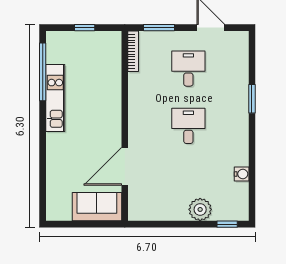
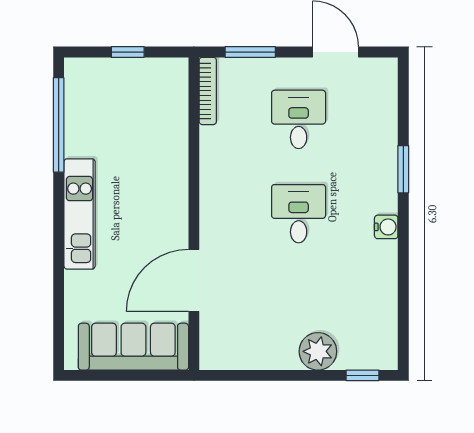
kitchen unit: (55, 98) -> (80, 214), moved
water cooler: (242, 174) -> (386, 227), moved
sofa: (97, 207) -> (133, 347), width x1.36

